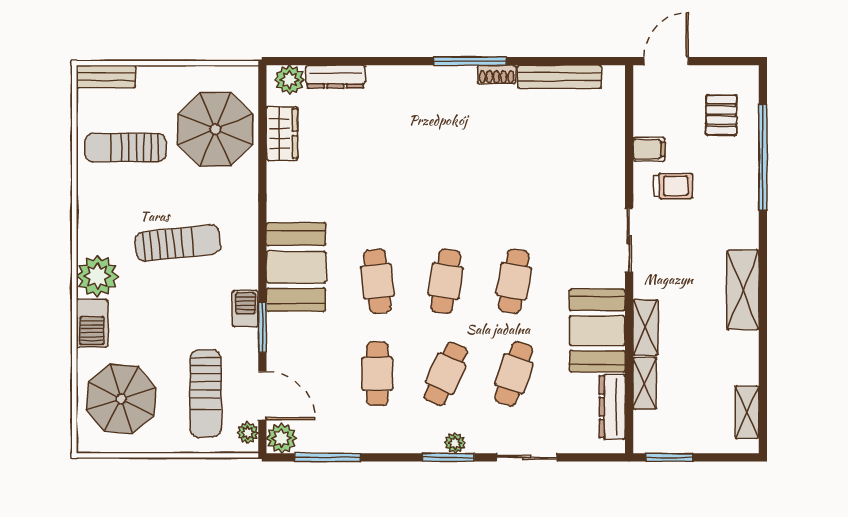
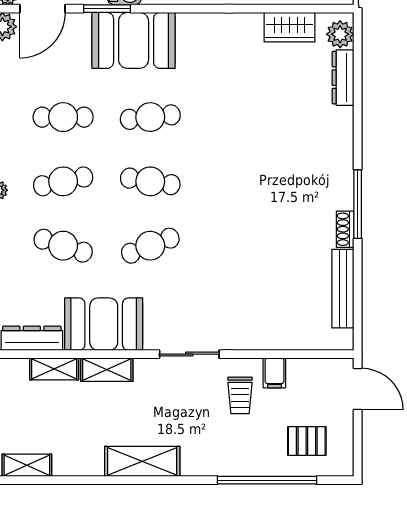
booth: (296, 267) -> (134, 40), moved
cafe table: (514, 281) -> (150, 246), turned -30
cafe table: (446, 374) -> (63, 181), turned -36

